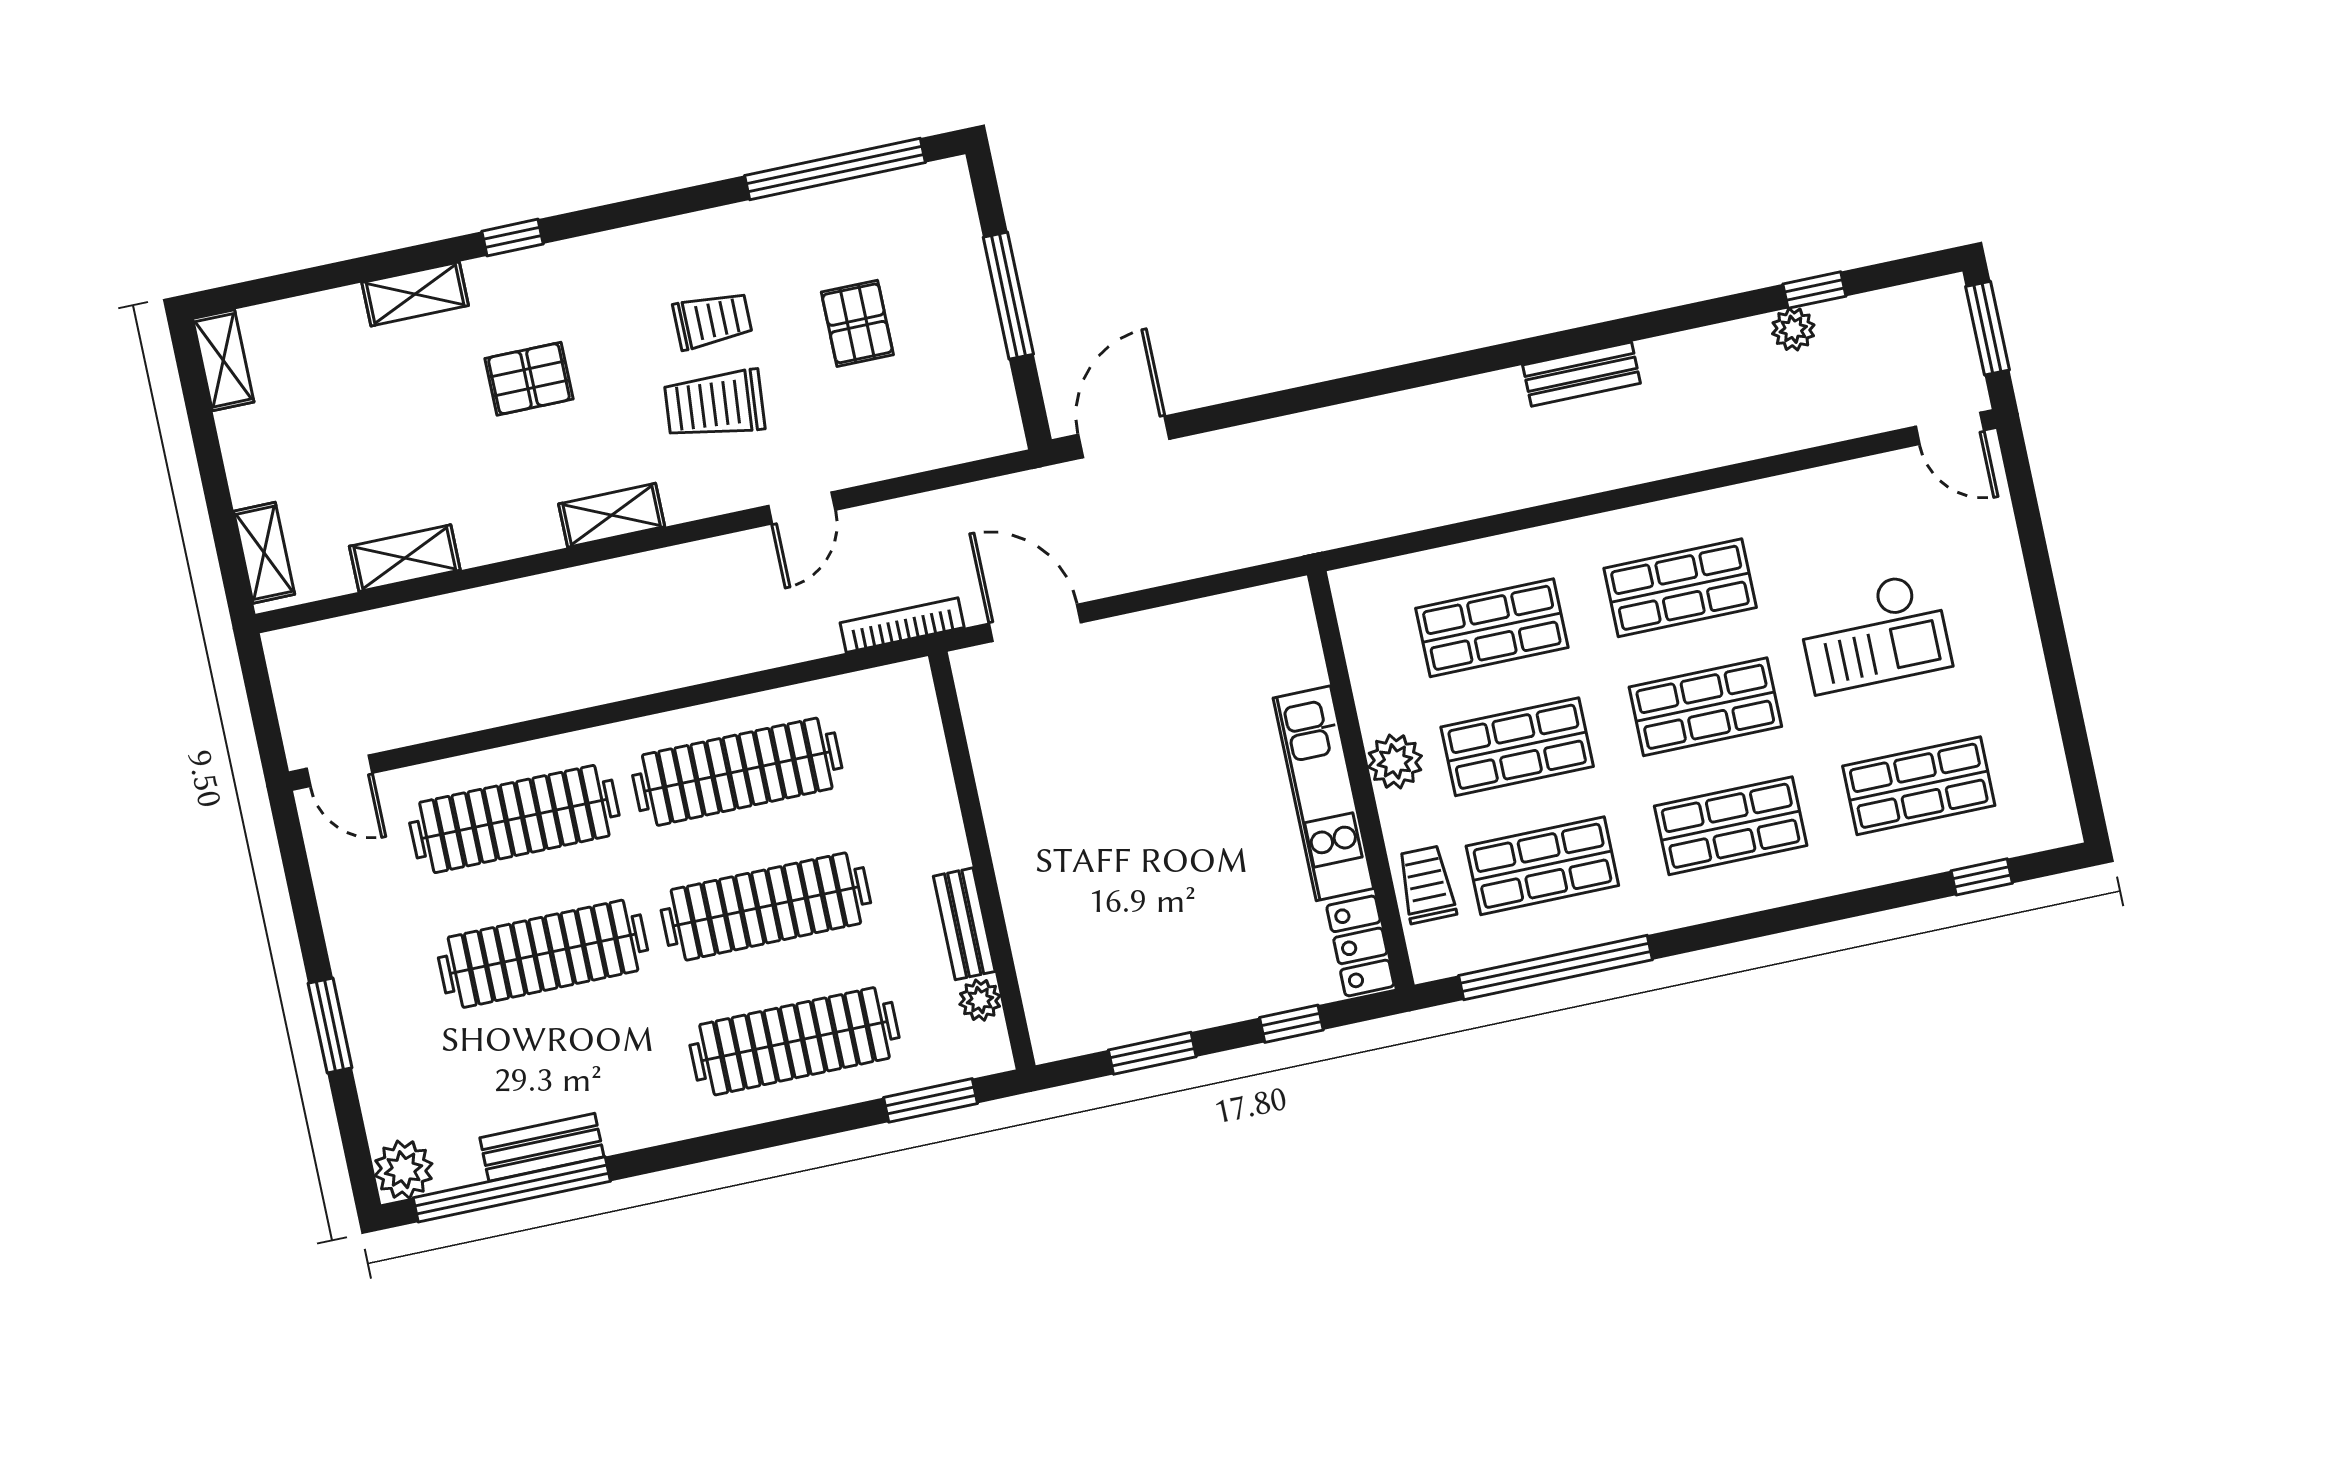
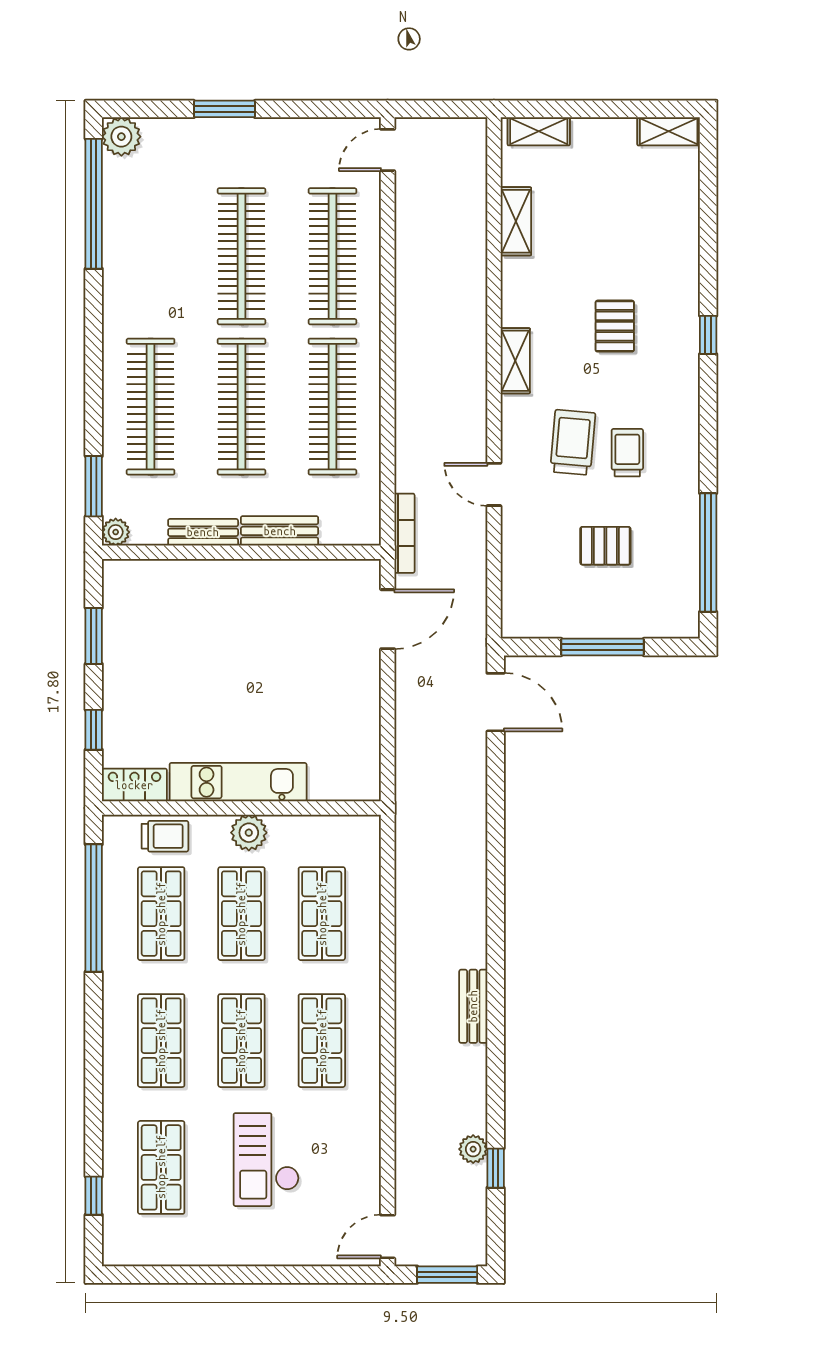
shelving: (415, 294) -> (685, 264), removed
trolley: (712, 320) -> (627, 453), turned 180
plant: (980, 1000) -> (116, 532), moved
bench: (542, 1147) -> (280, 531), moved, turned 90

